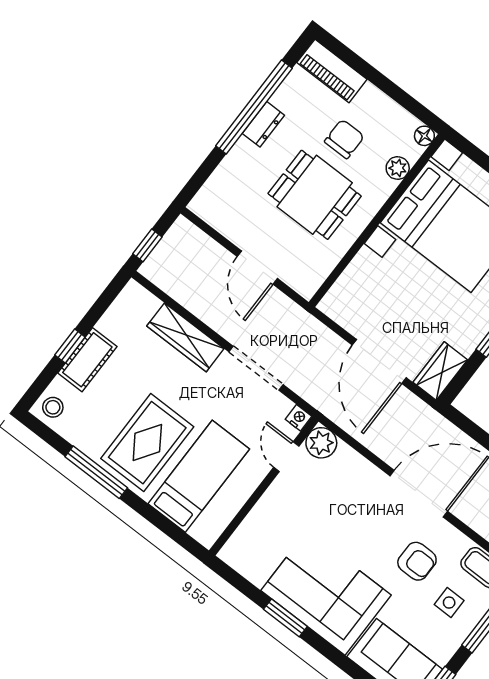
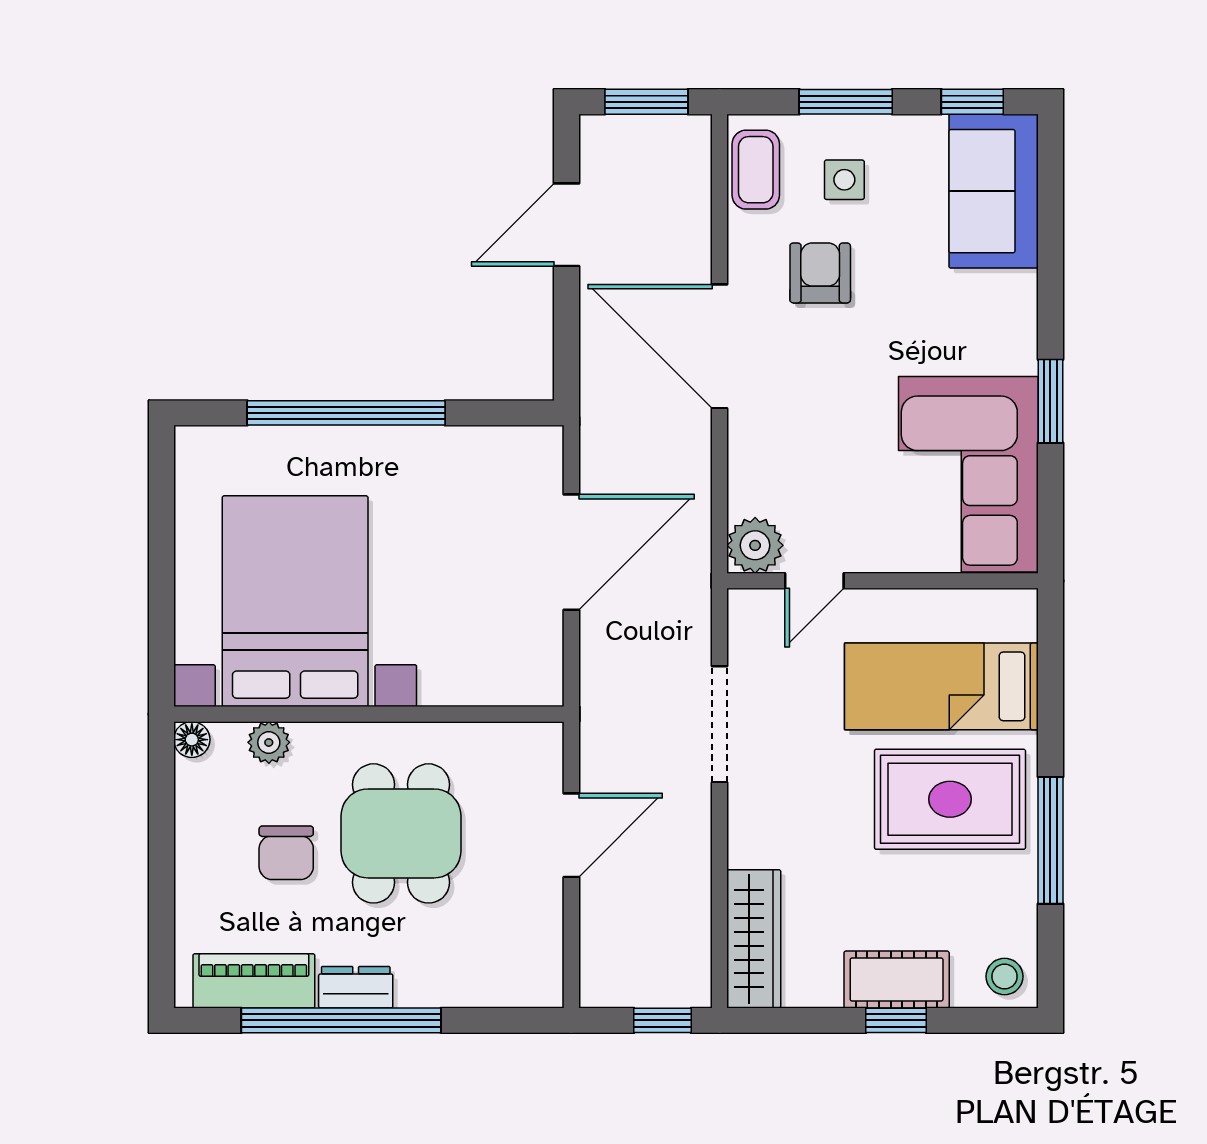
piano: (332, 71) -> (254, 981), moved, turned -90
chair: (344, 139) -> (286, 853), turned -90
wardrobe: (185, 337) -> (754, 939), moved
wardrobe: (440, 371) -> (517, 453), removed
nightstand: (299, 418) -> (744, 607), removed
corner sofa: (326, 593) -> (968, 474), moved

